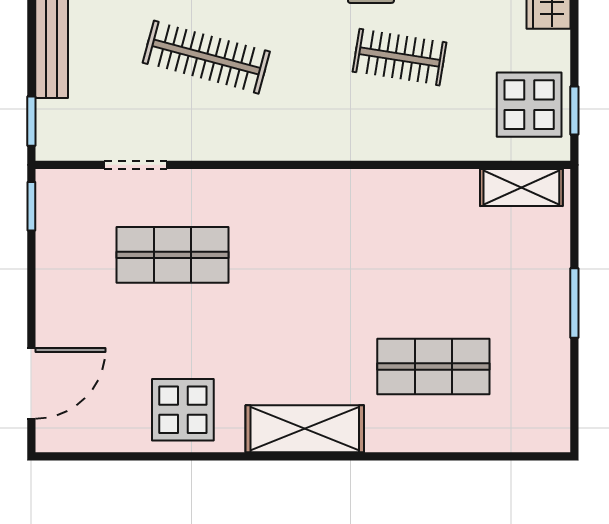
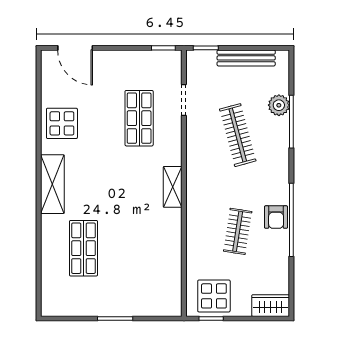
clothes rail: (206, 57) -> (238, 135), turned -30
shelving: (521, 187) -> (173, 187), moved

